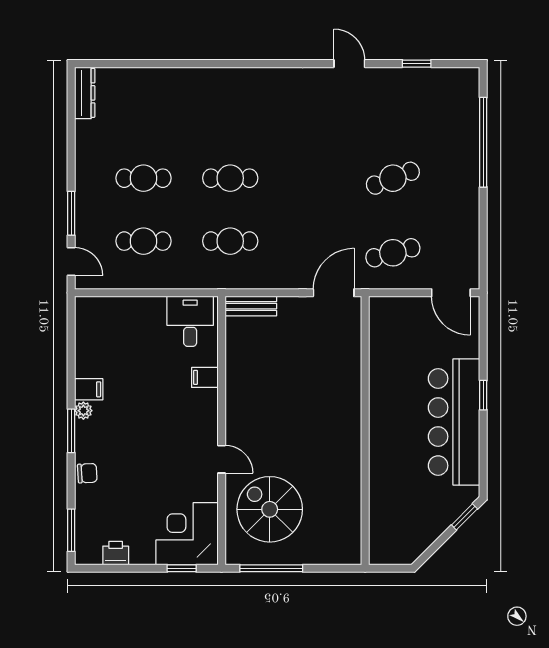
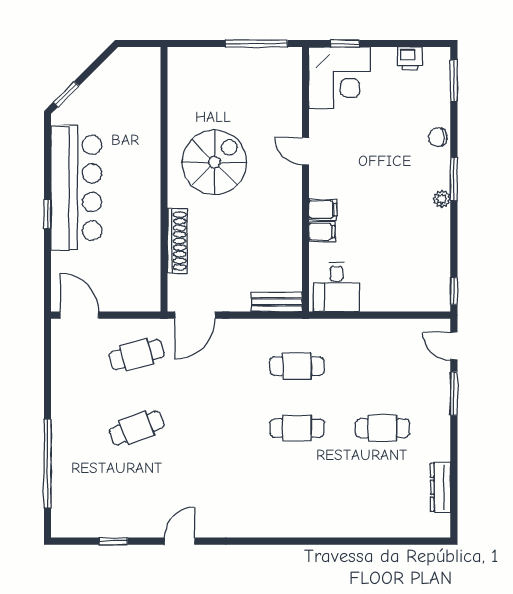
door: (349, 64) -> (180, 541), swing flipped
dresser: (85, 93) -> (440, 487), moved
cafe table: (143, 241) -> (383, 366), removed
window: (71, 317) -> (454, 291), added
shoe rack: (352, 368) -> (177, 241), added
filing cabinet: (89, 389) -> (323, 210), moved, turned 180
spiral stairs: (270, 509) -> (214, 162), moved, turned -90

